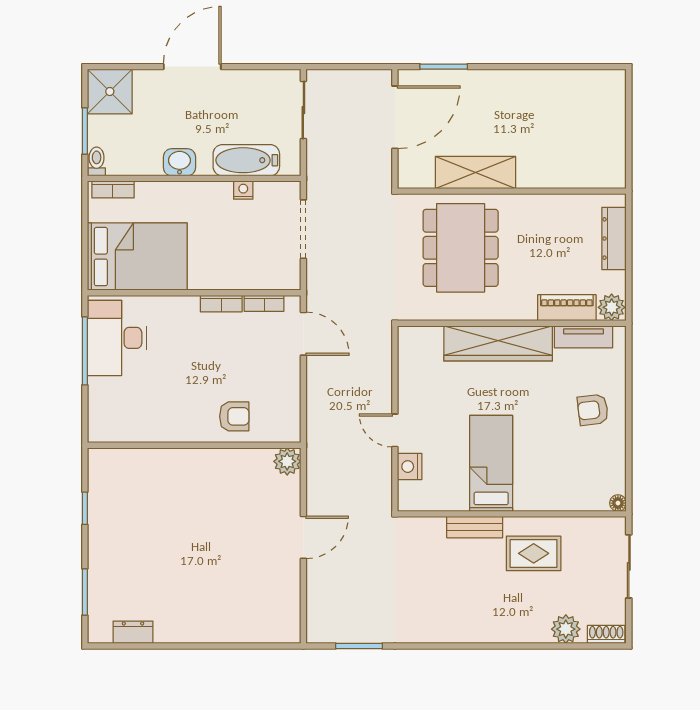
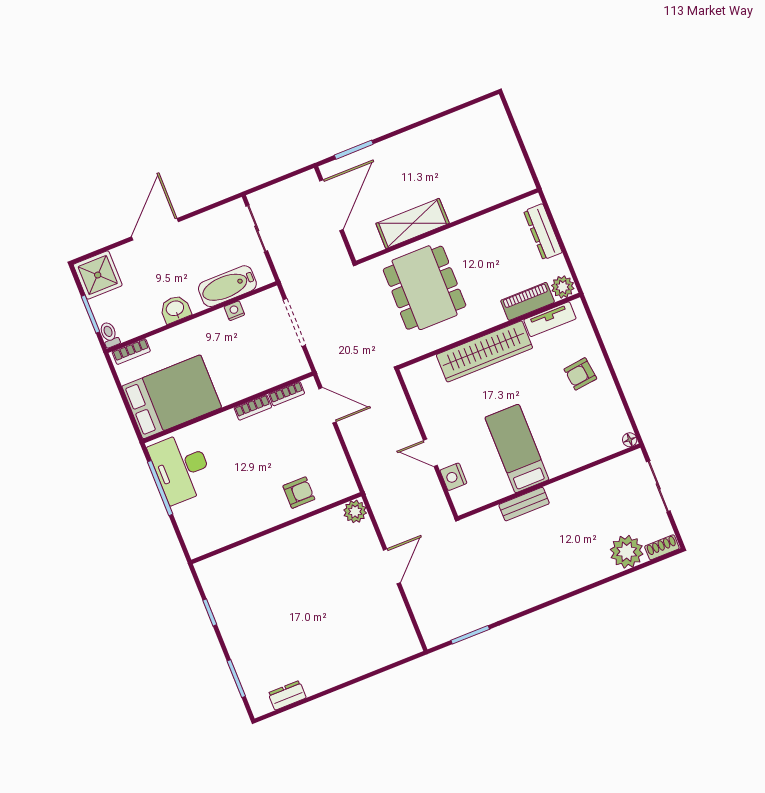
rug: (534, 553) -> (579, 506), removed
plant: (566, 629) -> (627, 552), width x1.36, depth x1.36

